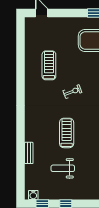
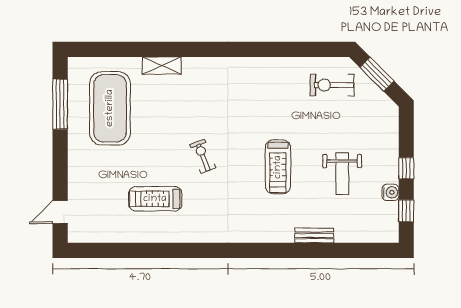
treadmill: (67, 133) -> (278, 167), turned -90
water cooler: (33, 195) -> (390, 192), moved

